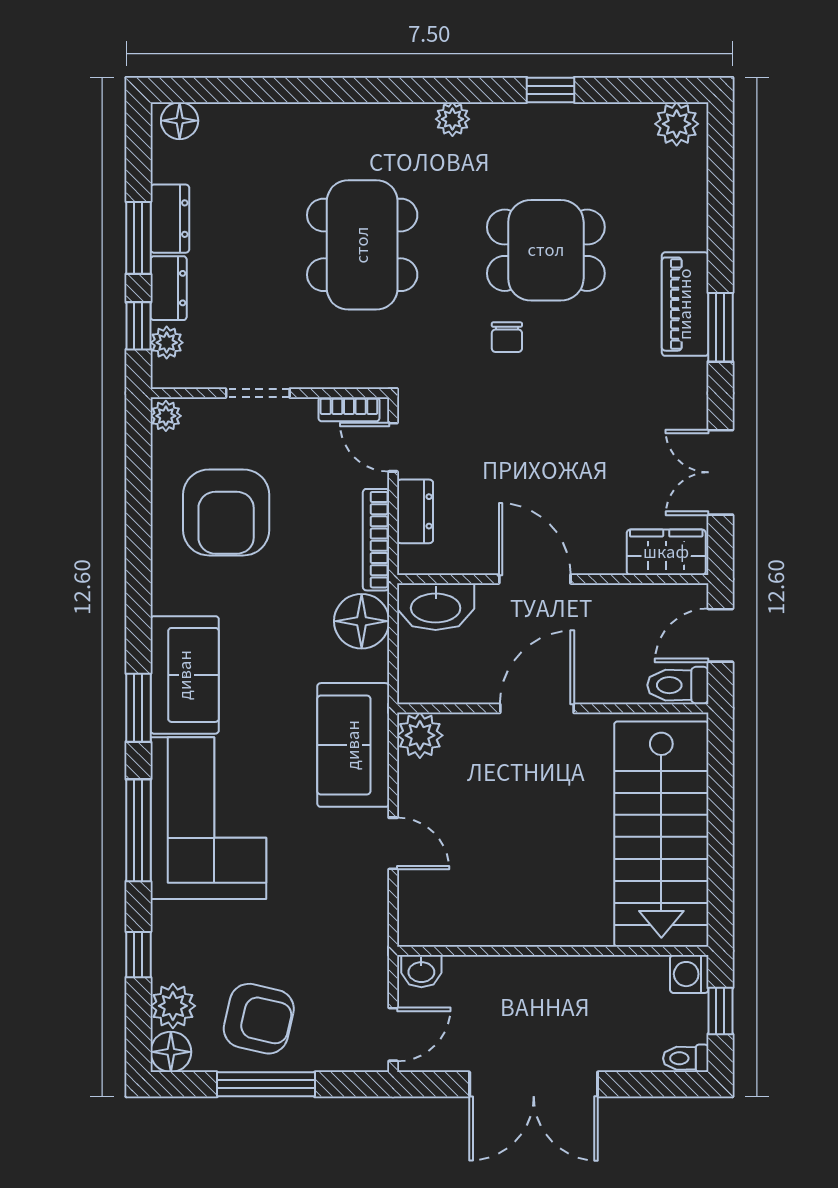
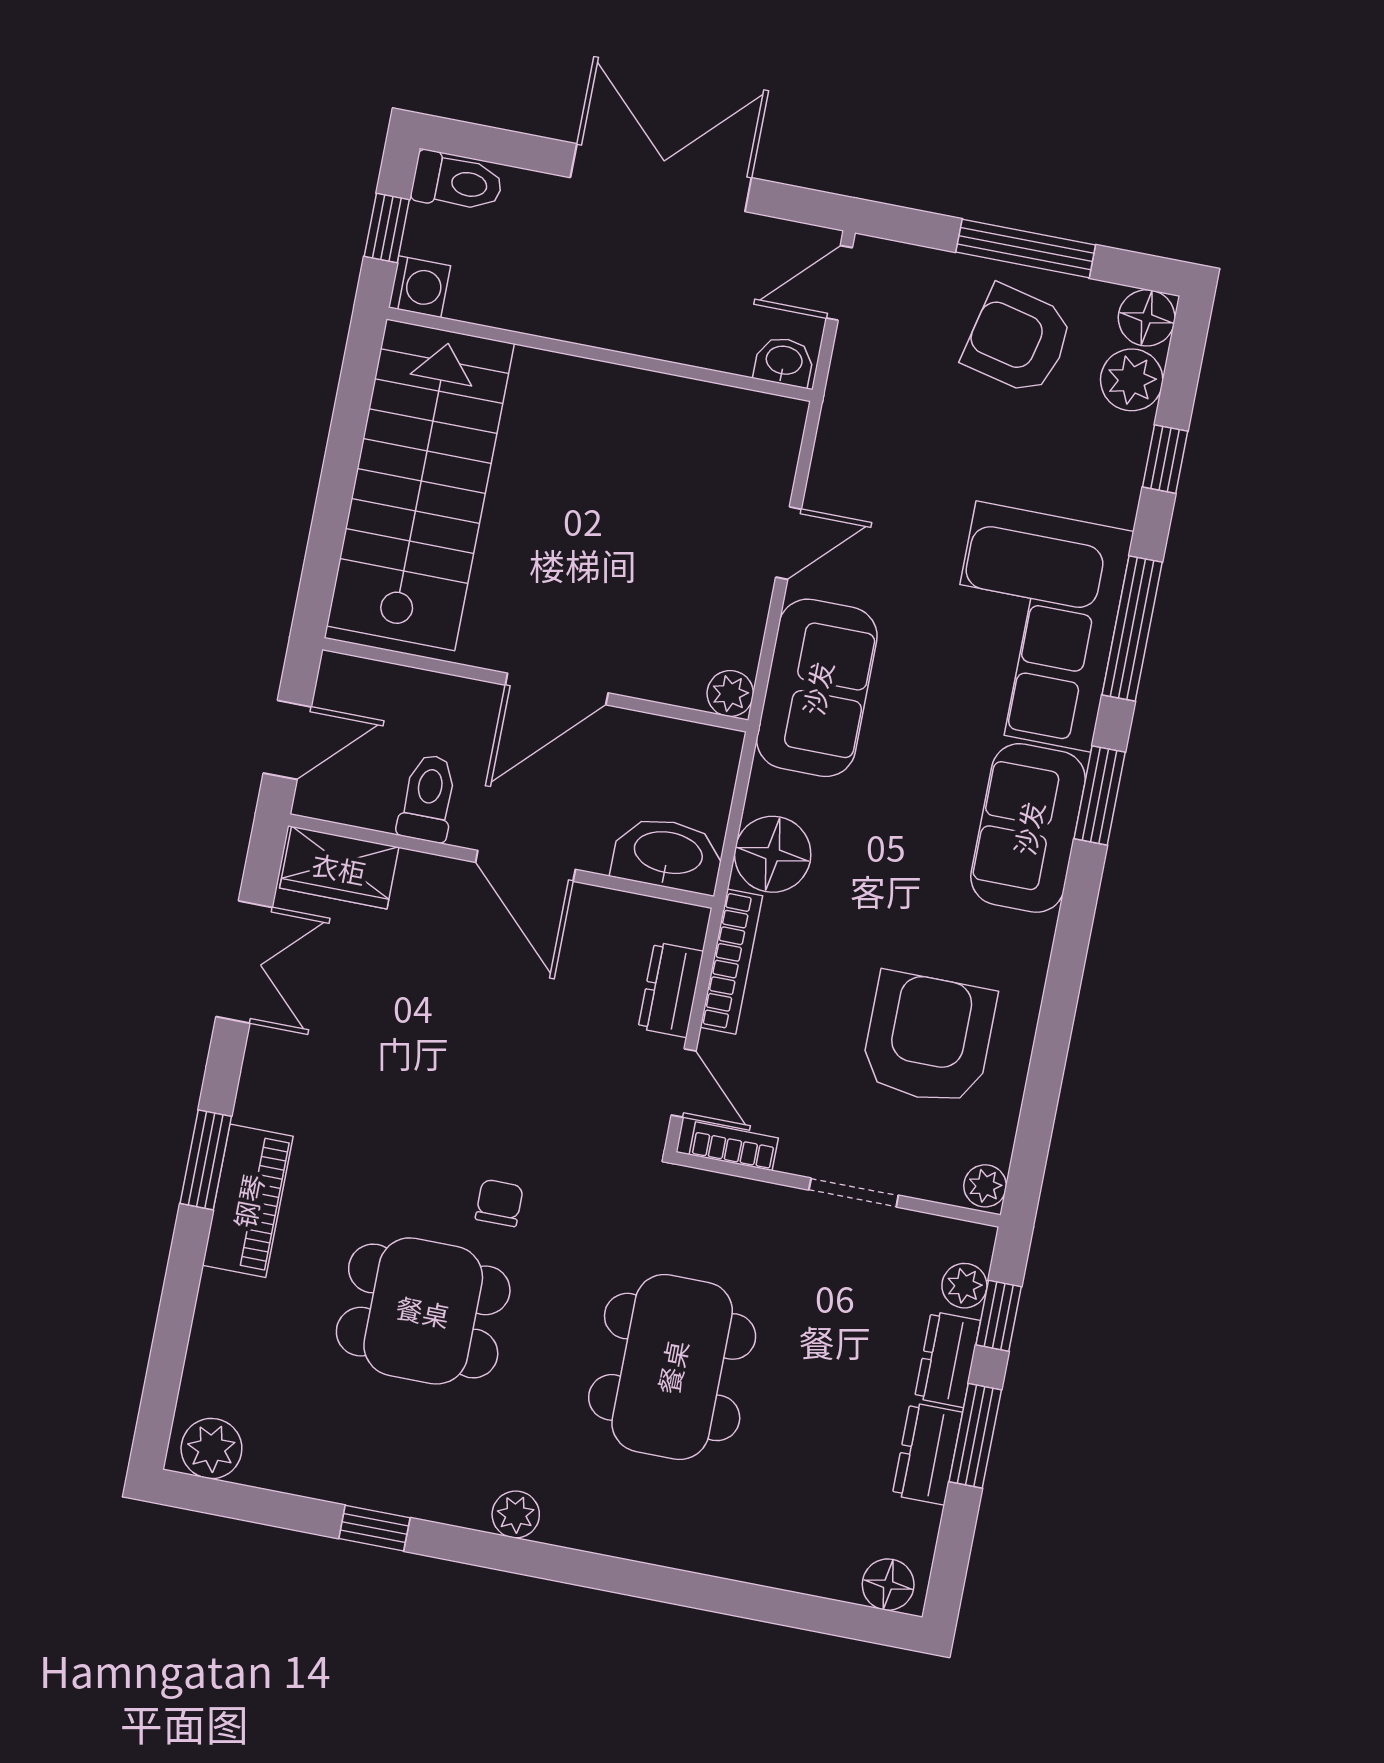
toilet: (678, 685) -> (428, 798), moved, turned -90
plant: (420, 735) -> (730, 693), width x0.73, depth x0.73
door: (393, 843) -> (789, 543), swing flipped
toilet: (686, 1058) -> (457, 182), width x1.37, depth x1.39

